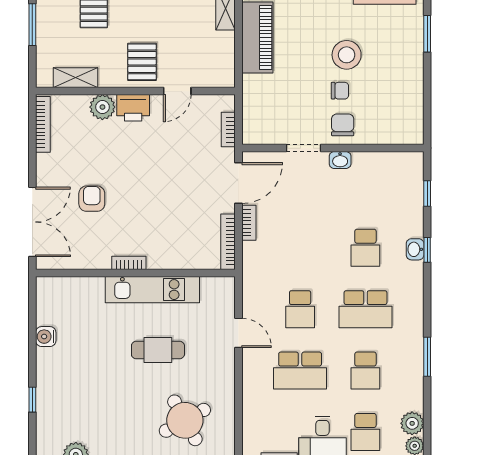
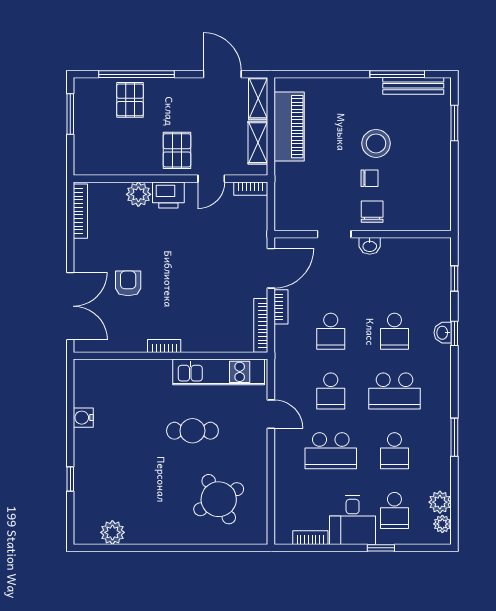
shelving: (75, 78) -> (258, 143), moved, turned 90
bookcase: (228, 130) -> (251, 189), moved, turned -90
school desk: (300, 248) -> (331, 331), added
kitchen unit: (152, 290) -> (219, 372), moved

